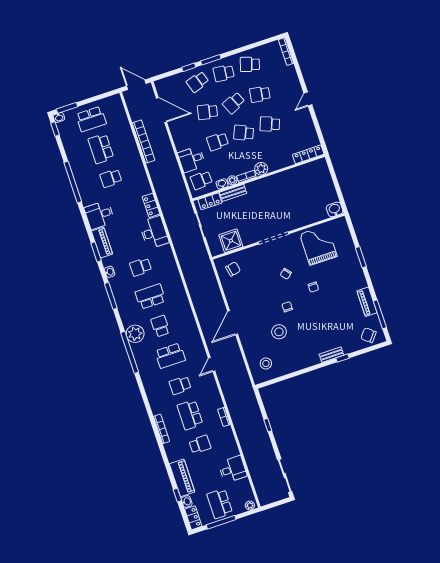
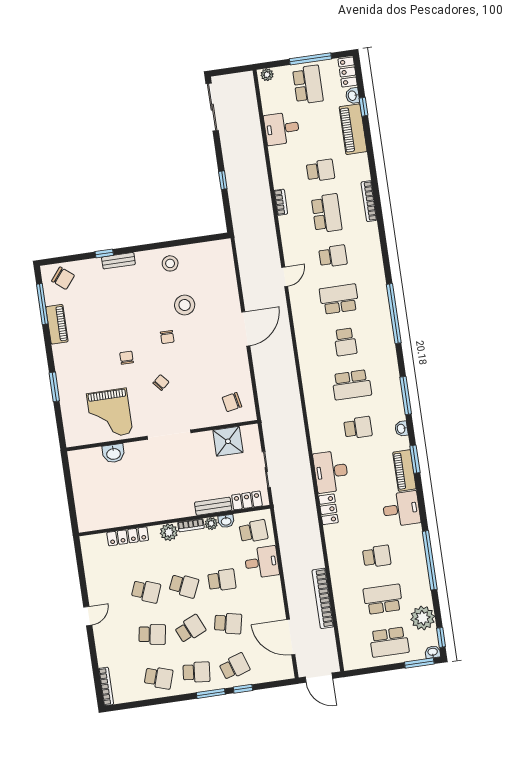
school desk: (91, 119) -> (389, 642), turned 180
school desk: (101, 149) -> (383, 599), turned -90
locker: (308, 154) -> (128, 536), moved
washbasin: (335, 209) -> (113, 453), moved
plant: (135, 334) -> (423, 618), moved
stool: (266, 363) -> (170, 263), moved
school desk: (200, 444) -> (320, 170), turned 180

